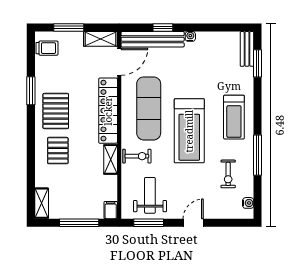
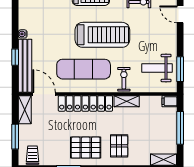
pallet: (58, 151) -> (119, 146), turned 90
door: (193, 223) -> (180, 14), moved

